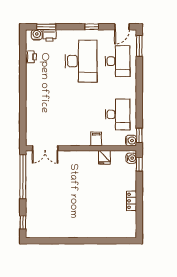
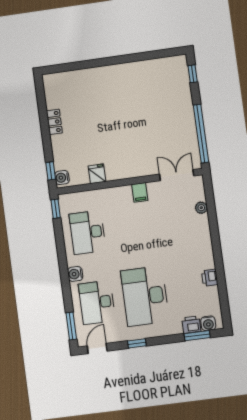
printer: (31, 57) -> (210, 278), moved
plant: (30, 121) -> (201, 208), added
filing cabinet: (96, 139) -> (140, 192), moved
water cooler: (131, 141) -> (75, 274), moved

